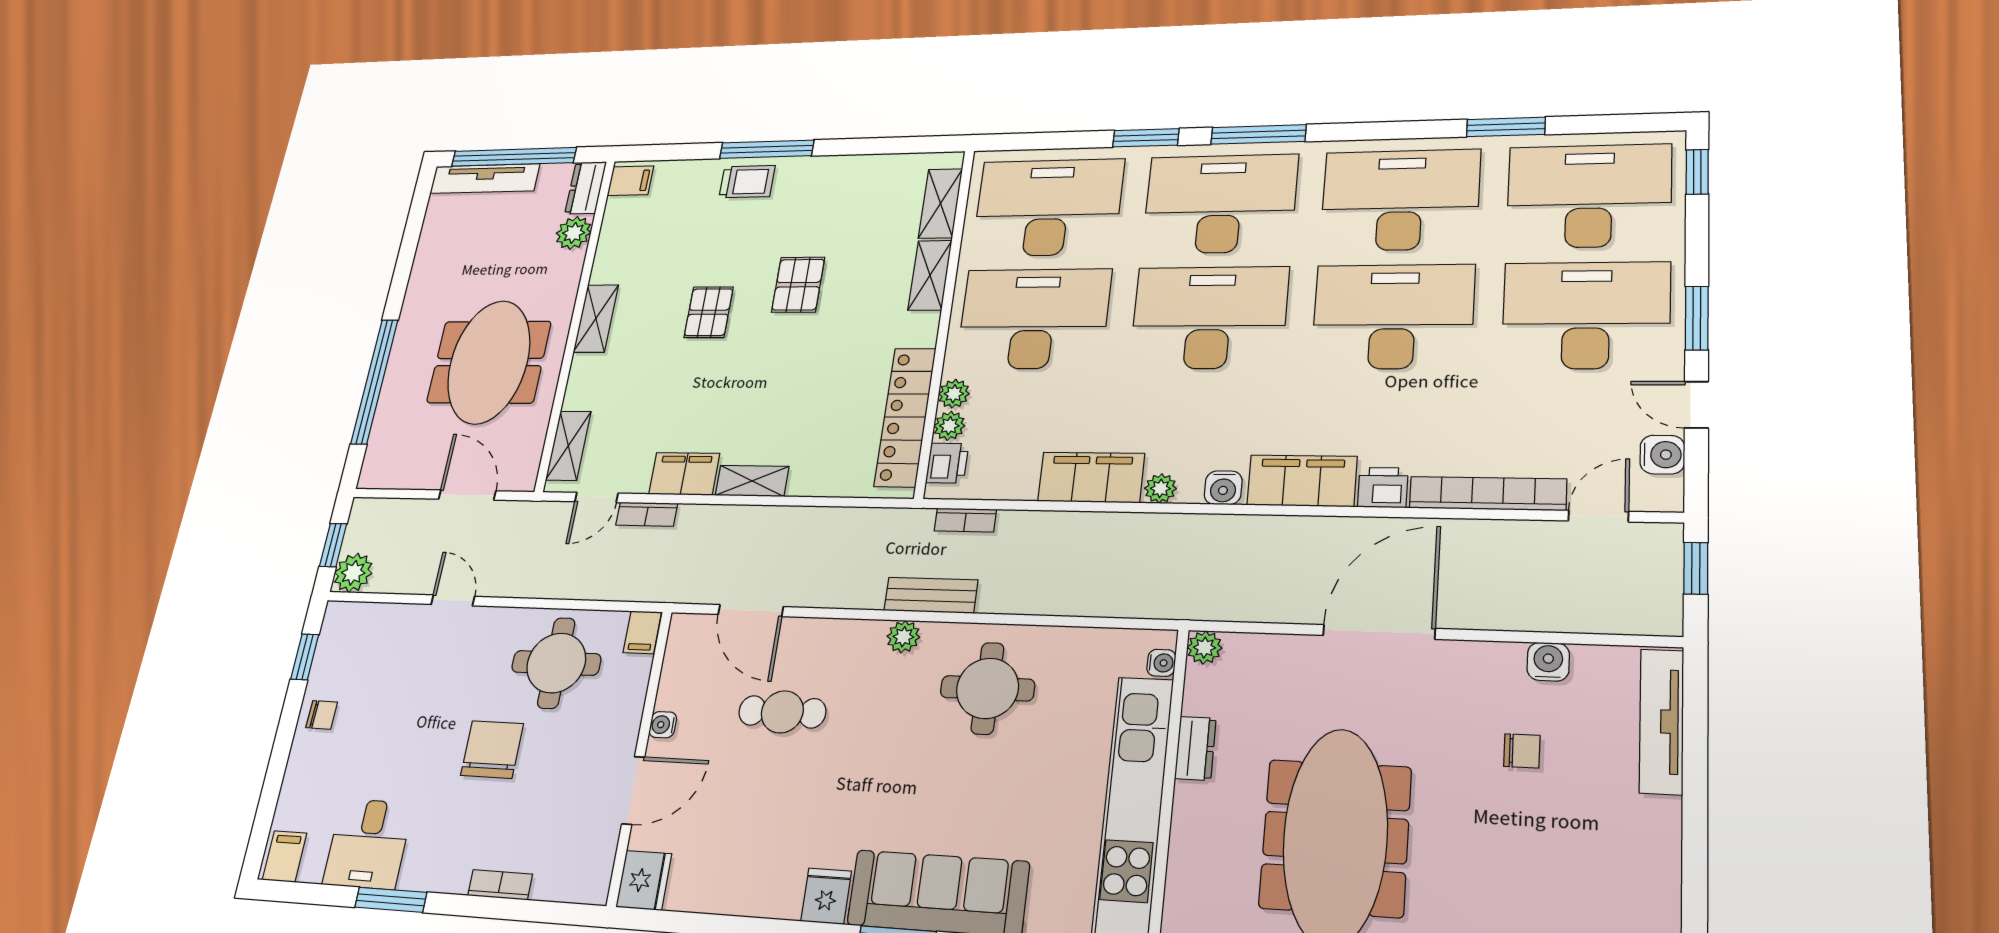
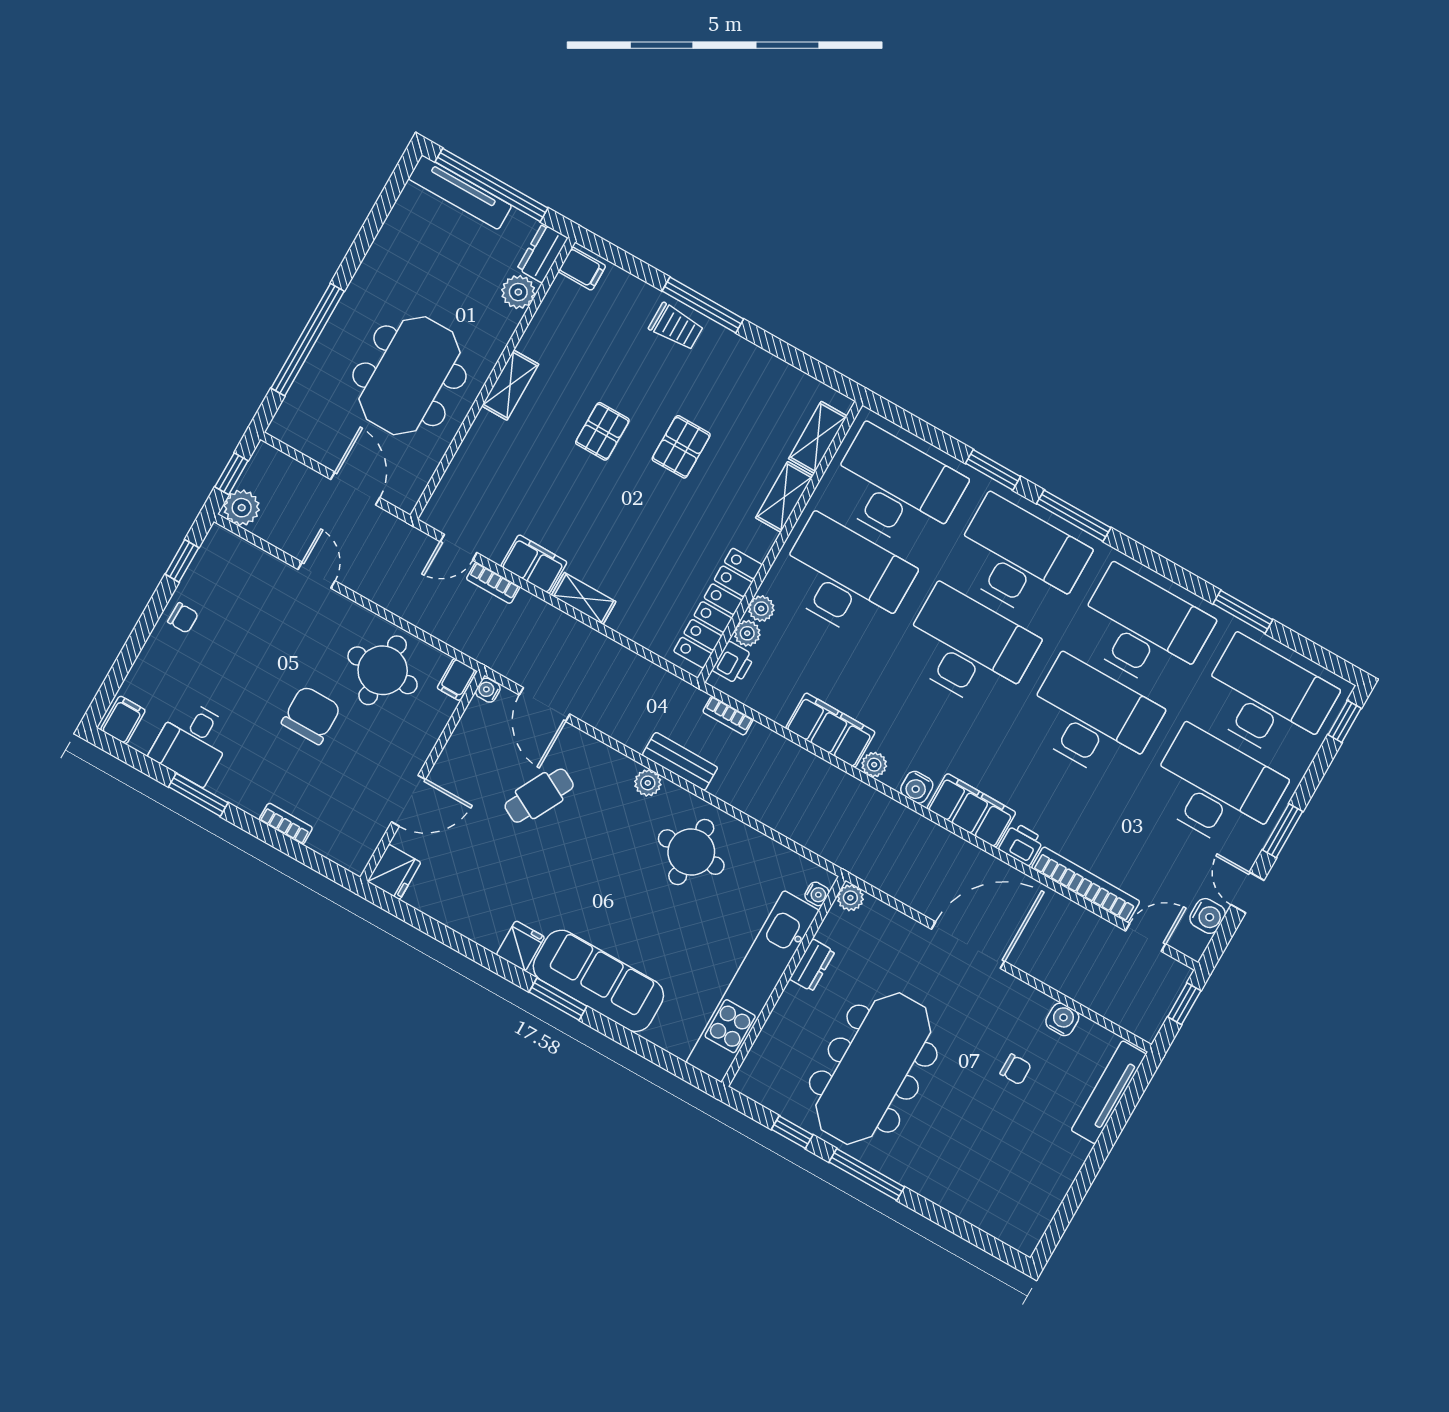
shelving: (568, 446) -> (451, 489), removed
cafe table: (782, 712) -> (539, 796), turned -62
water cooler: (663, 725) -> (488, 690), moved

